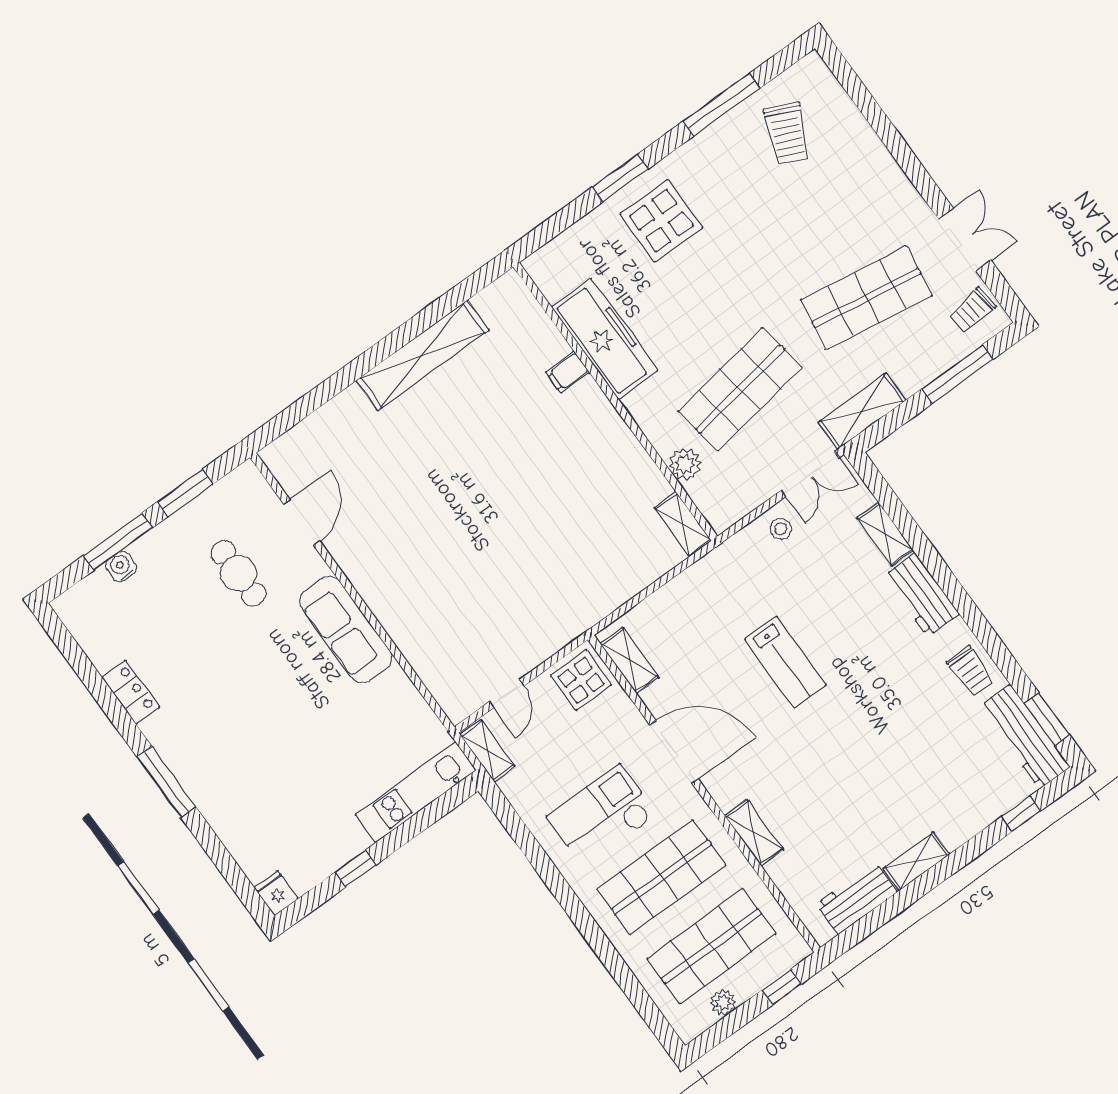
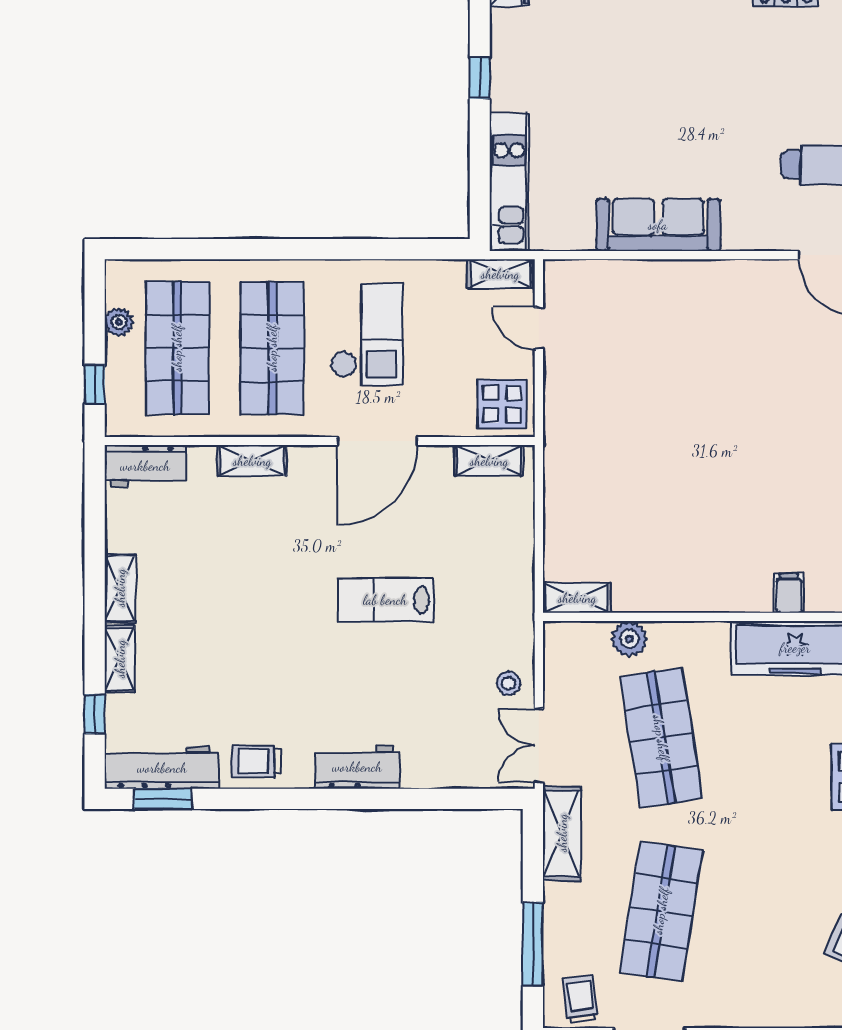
shelving: (885, 534) -> (120, 659), moved, turned 90
sofa: (346, 630) -> (658, 225), moved
workbench: (857, 898) -> (145, 466), moved, turned 90

